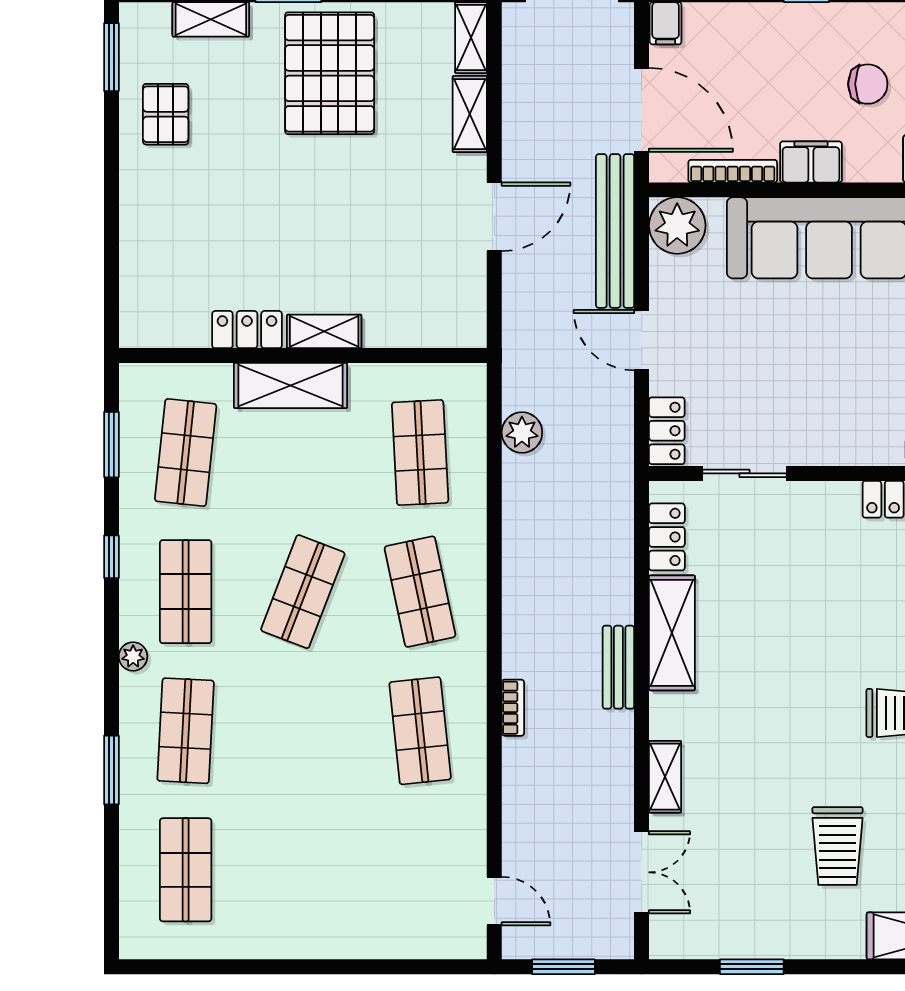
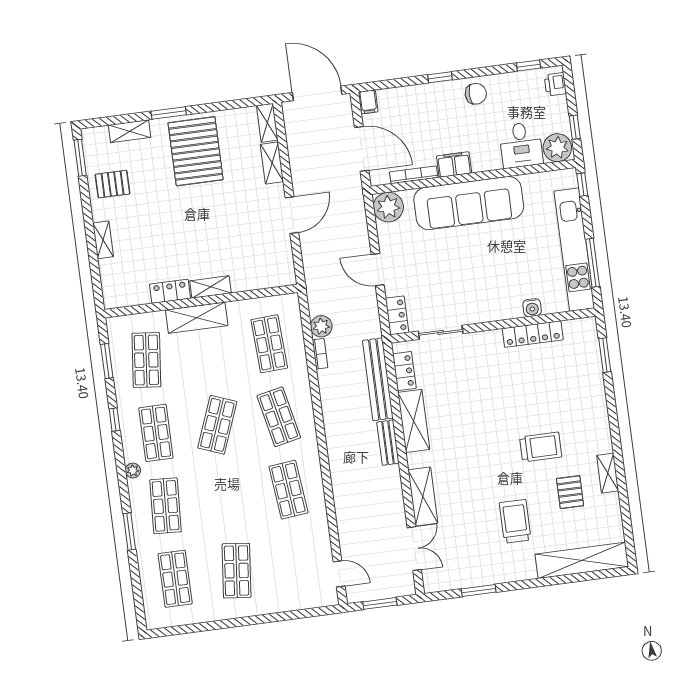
chair: (868, 84) -> (476, 94), moved
pallet: (166, 114) -> (113, 184), turned 90
shelving: (134, 217) -> (103, 240), added
bench: (615, 231) -> (378, 379), moved
bookcase: (513, 708) -> (320, 354), moved
shelving: (665, 777) -> (423, 496), width x1.50, depth x1.33
trolley: (837, 846) -> (515, 521), turned 180
shop shelf: (303, 870) -> (237, 571), added

